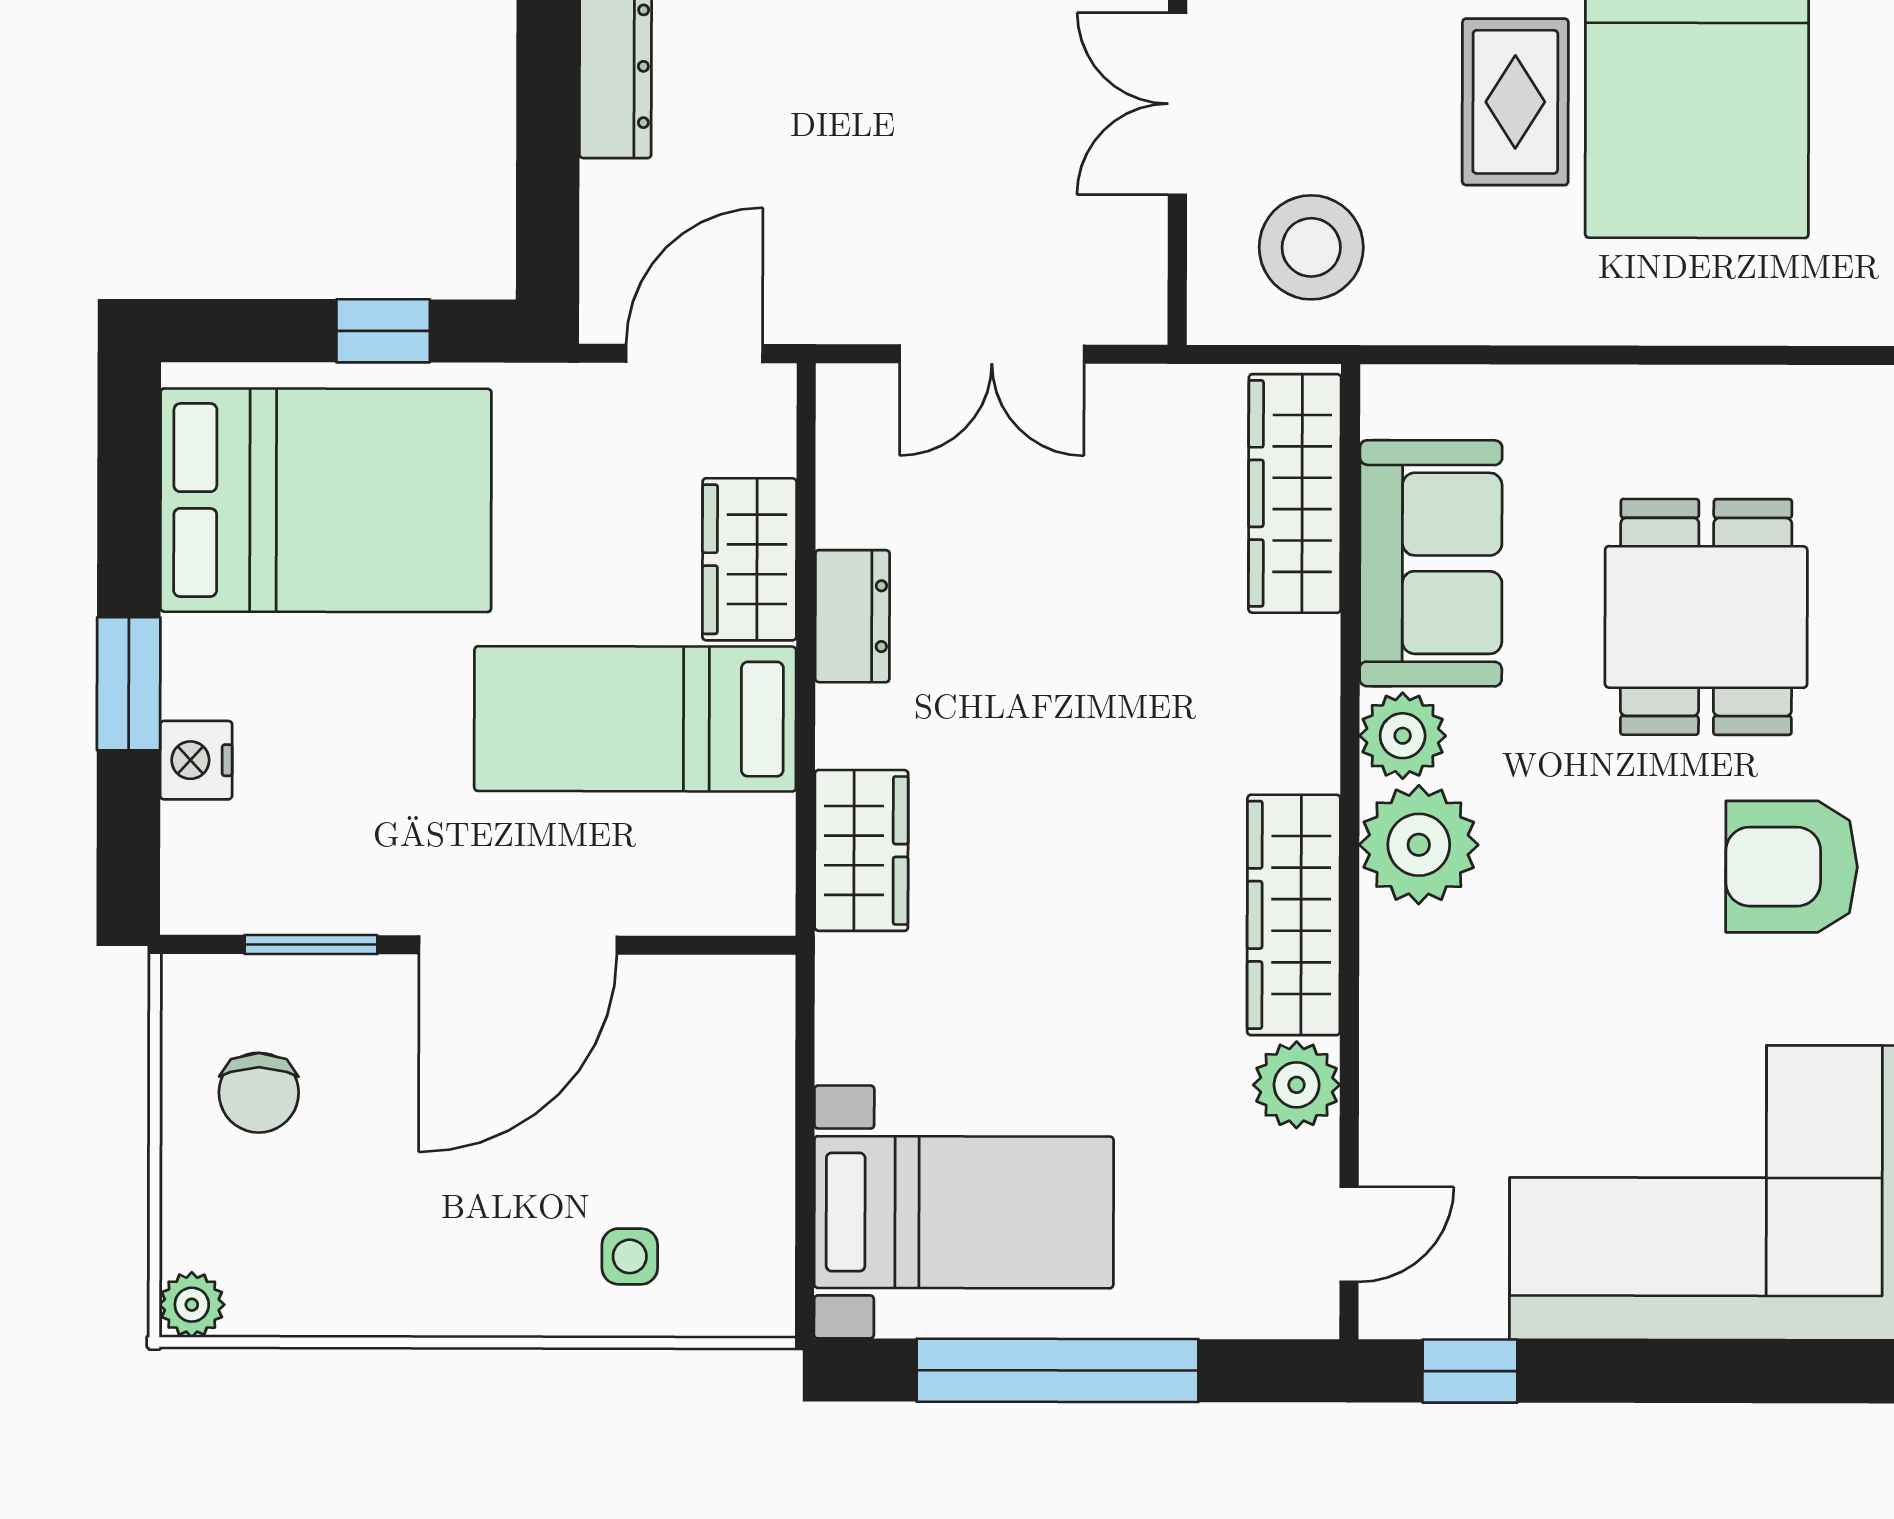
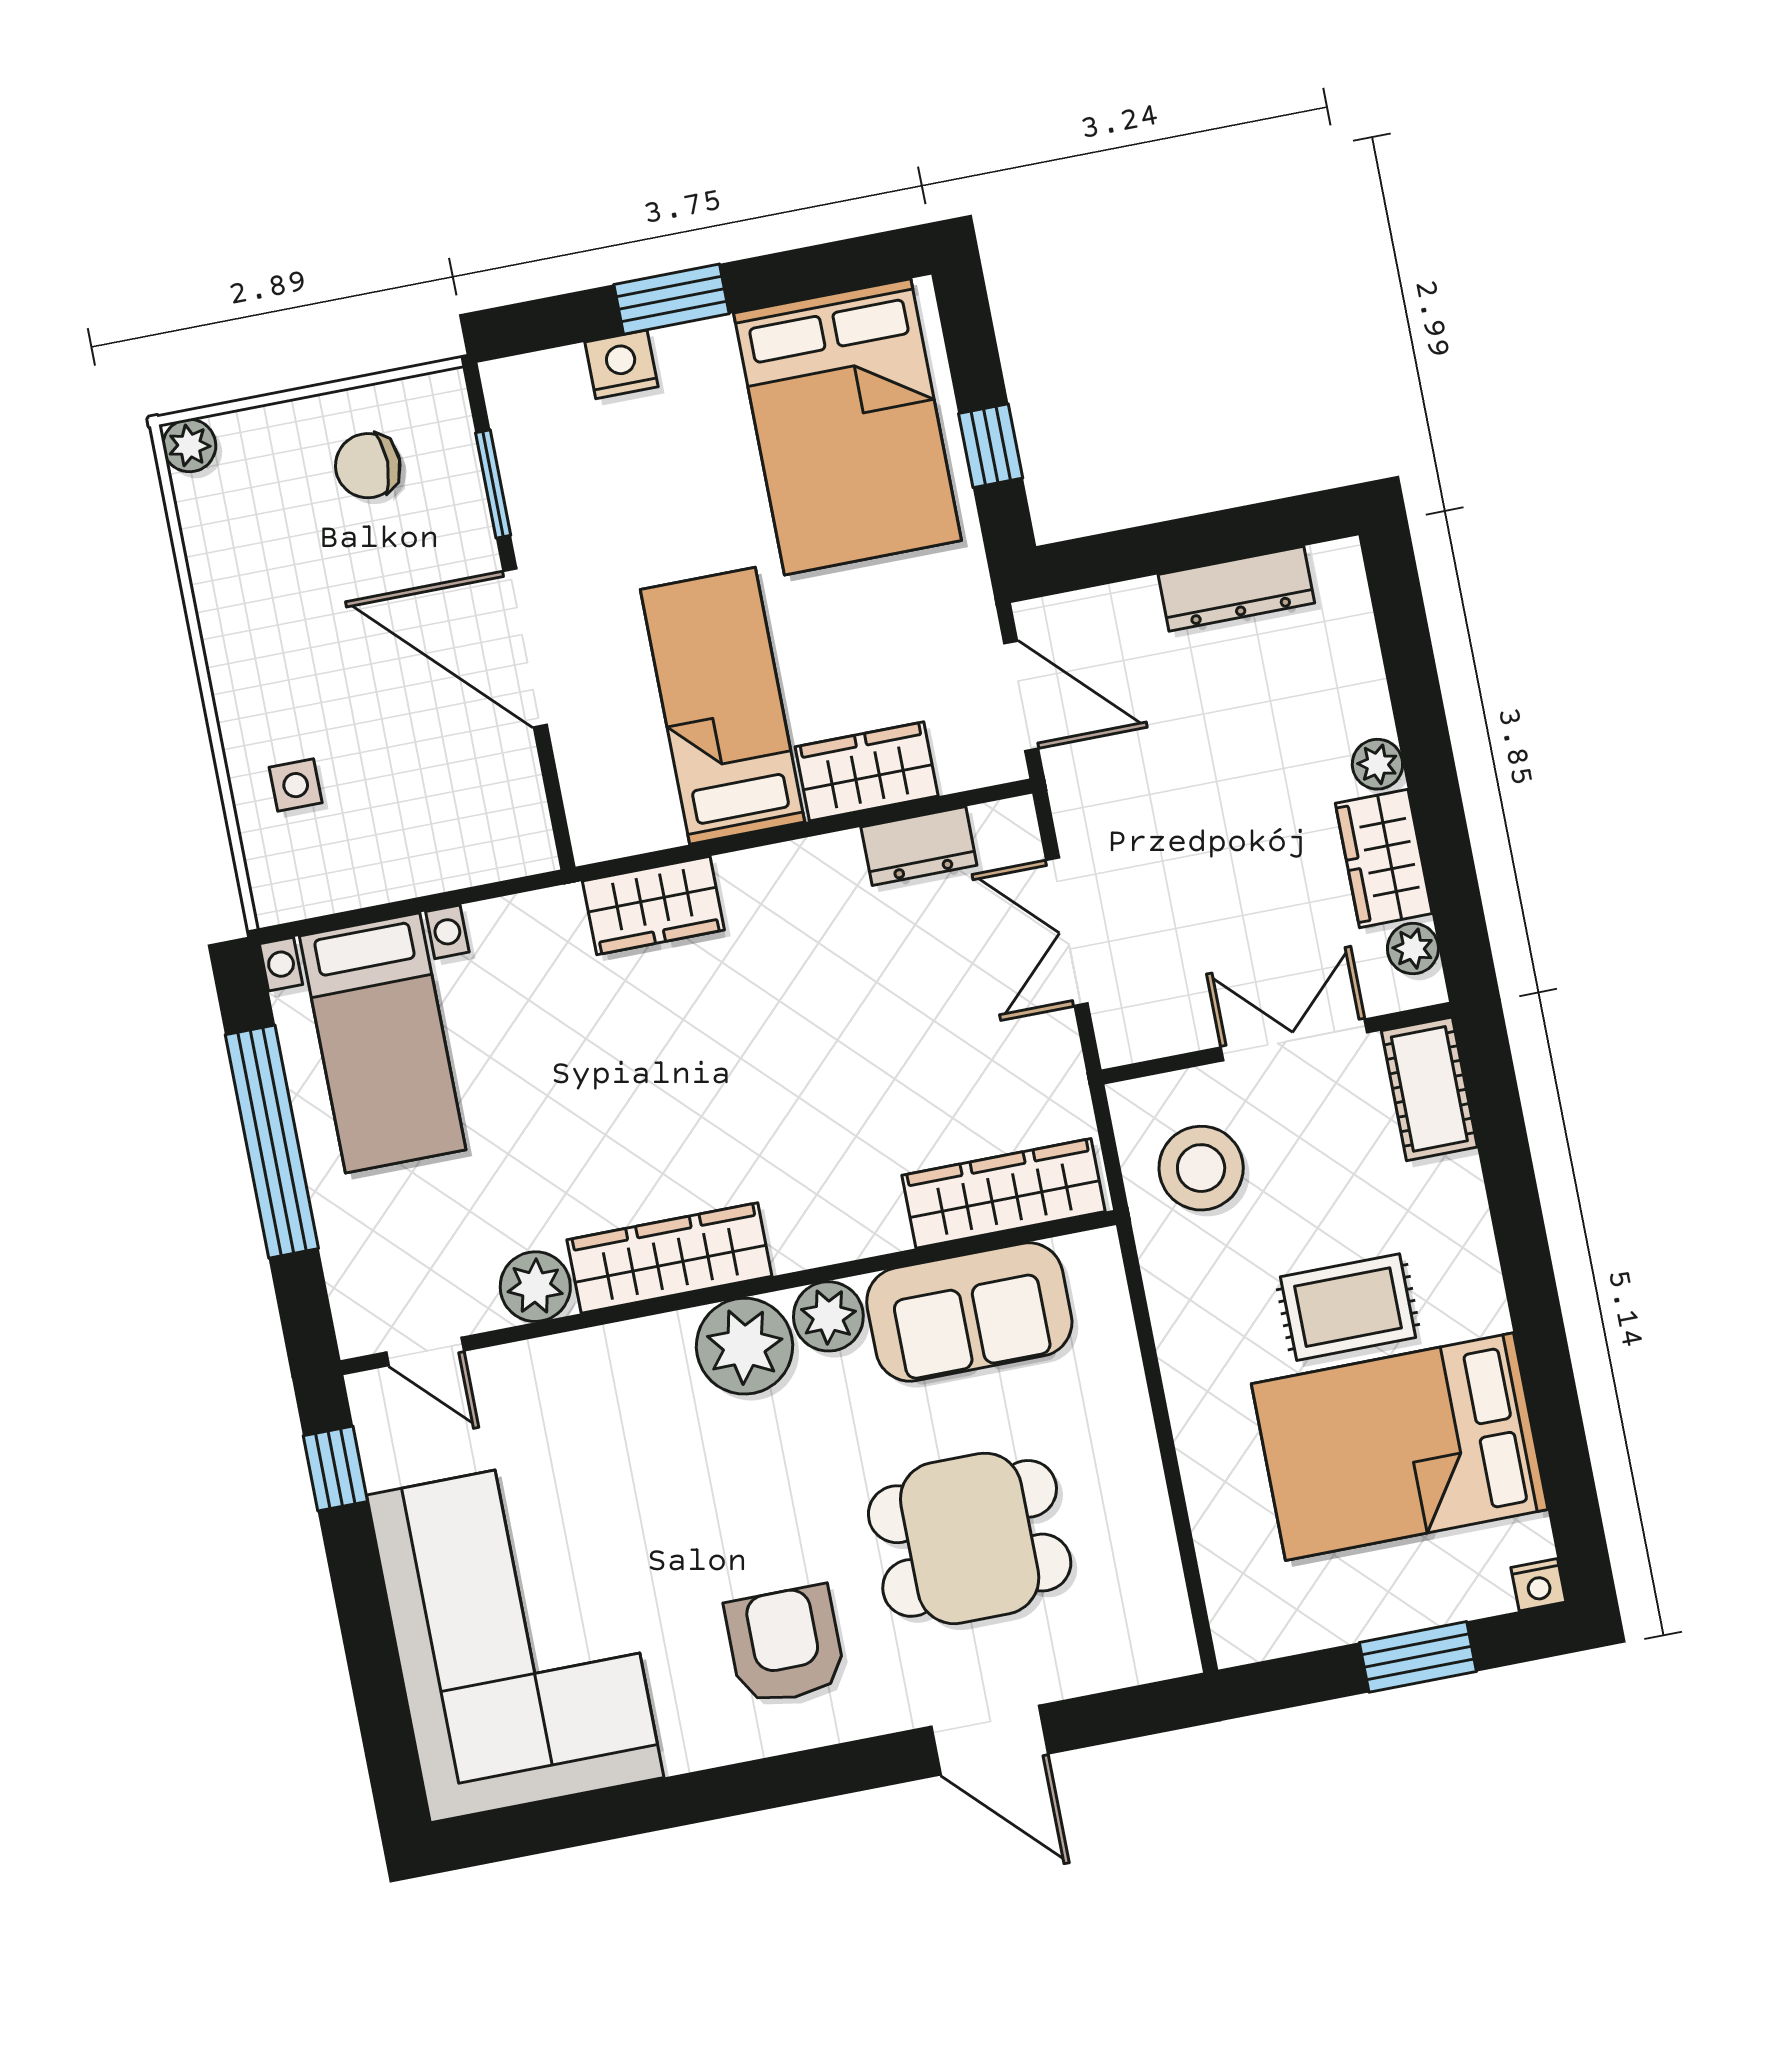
dresser: (852, 616) -> (919, 846), moved

